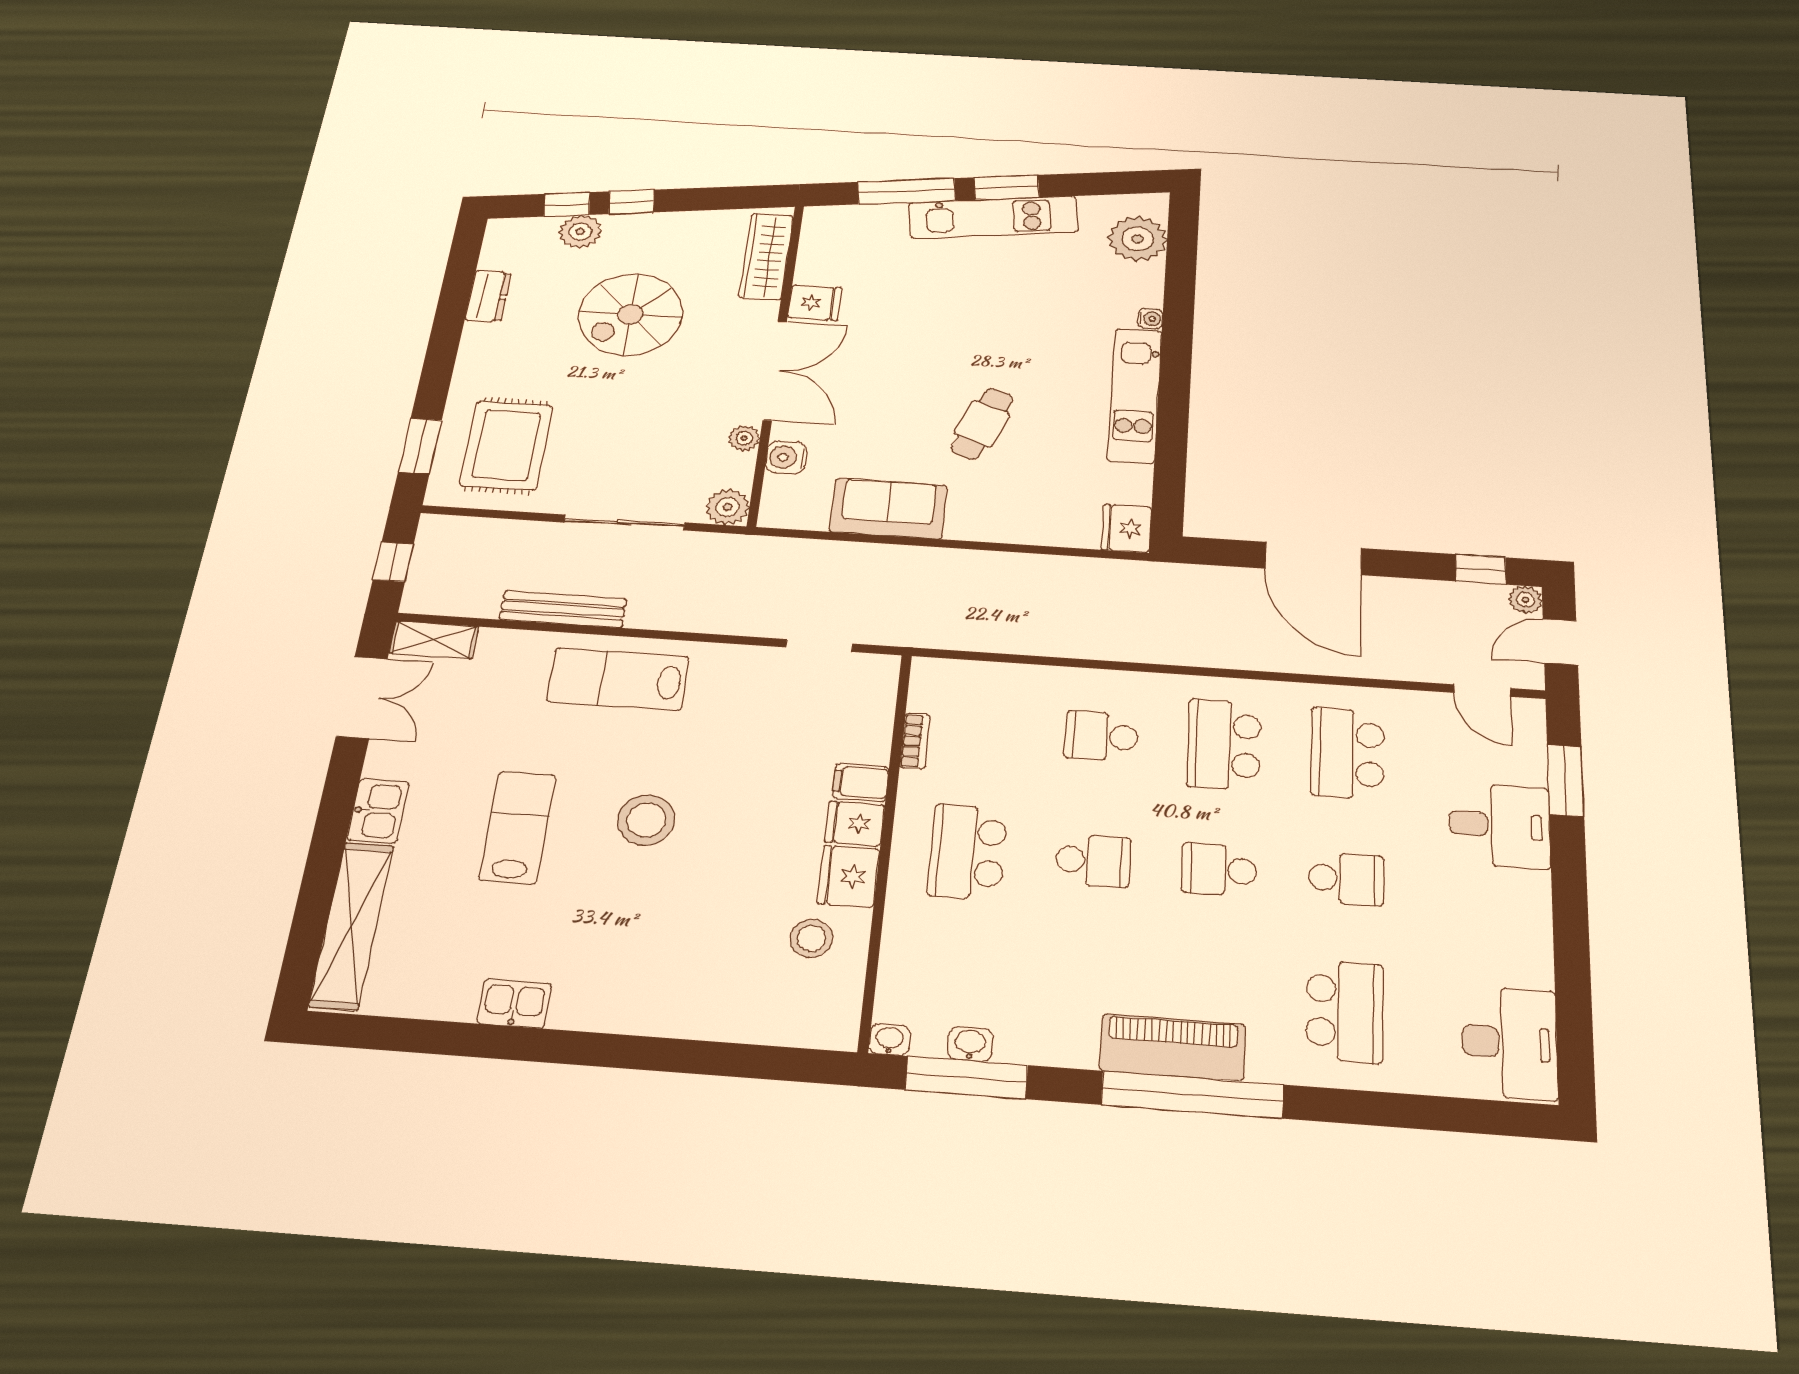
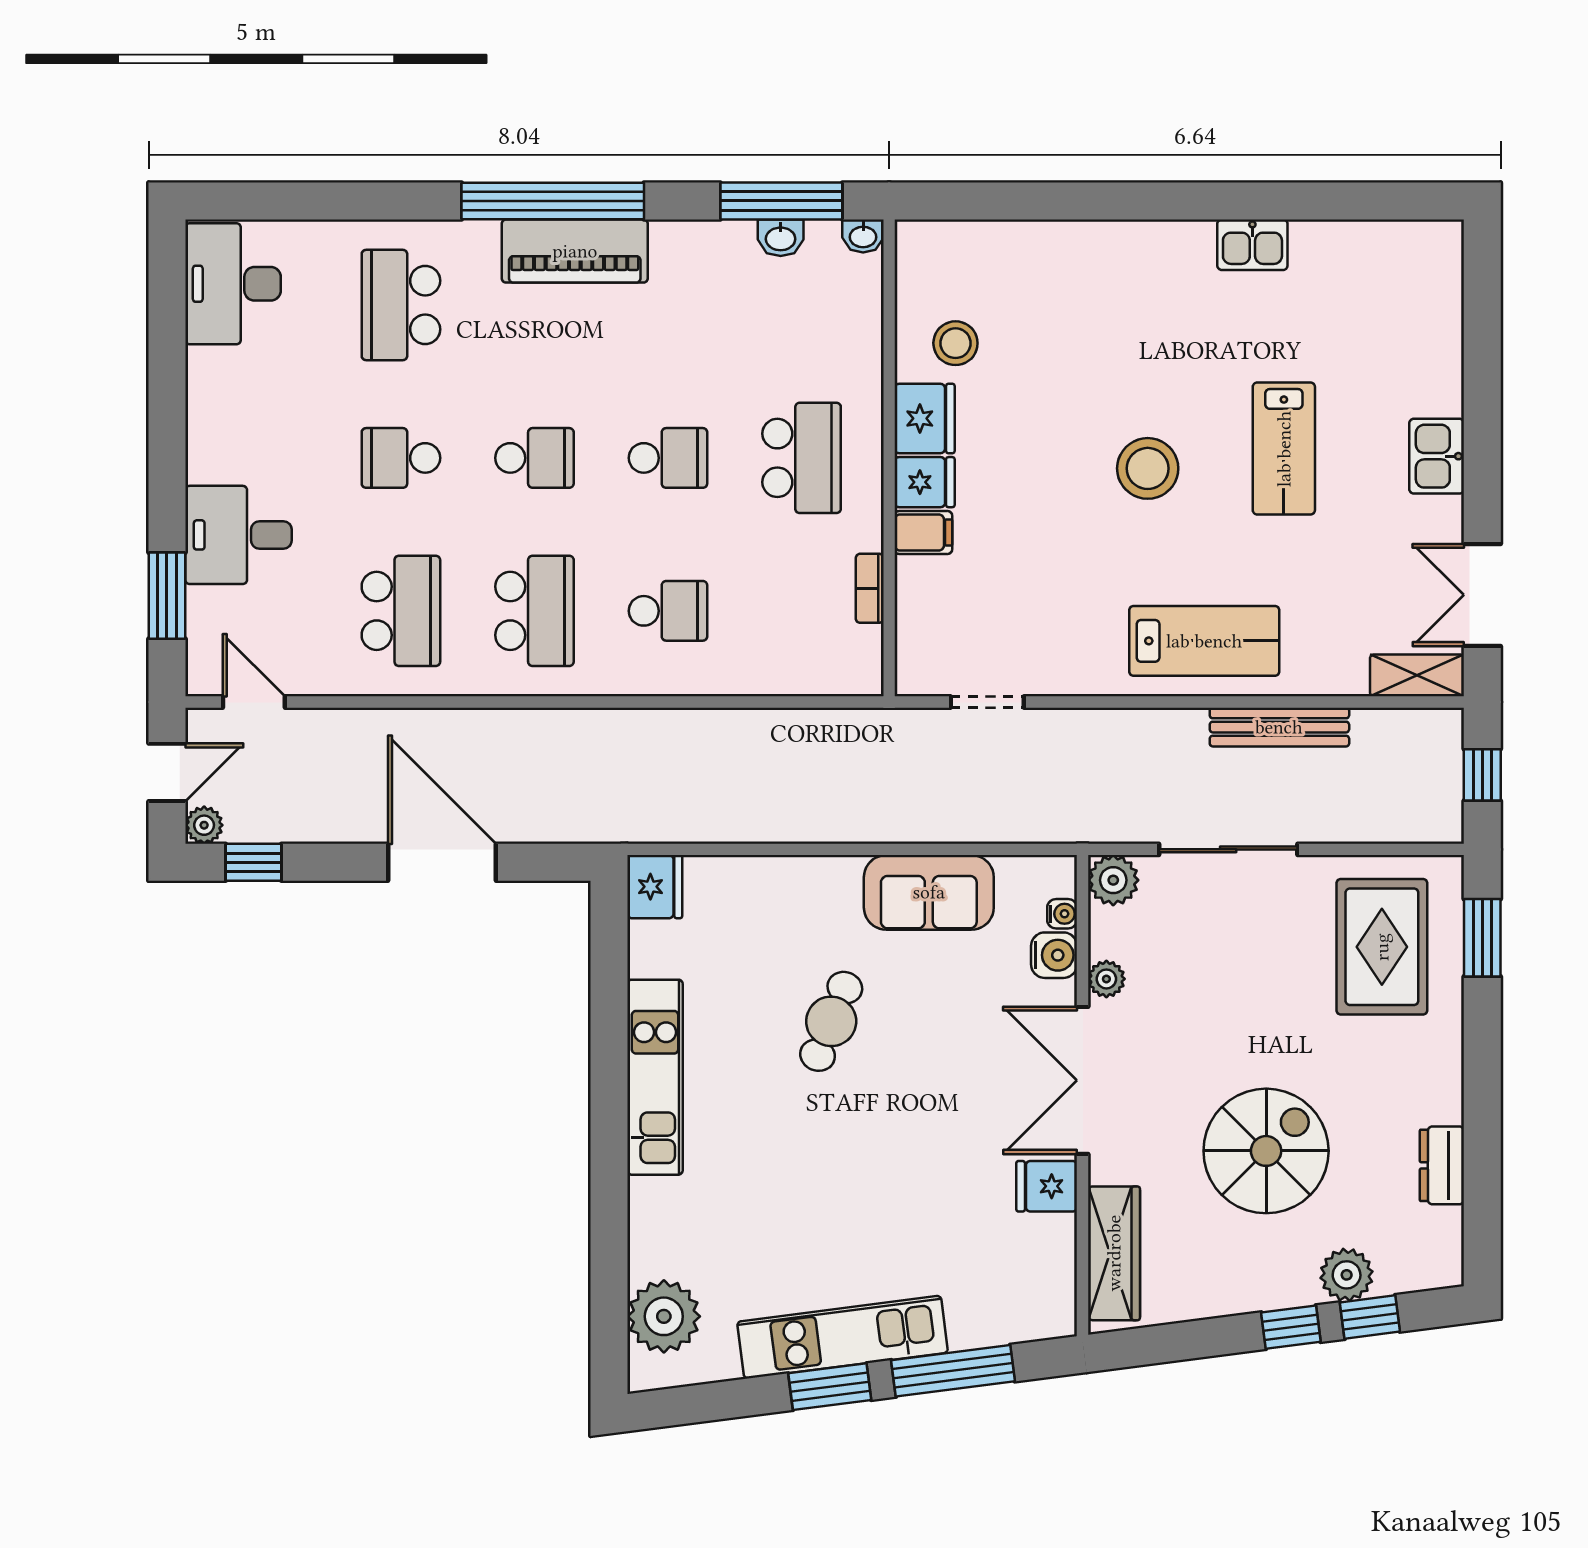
water cooler: (1150, 319) -> (1062, 914), moved, turned 180
school desk: (1093, 861) -> (668, 458), turned 180
shelving: (352, 925) -> (1438, 319), removed

